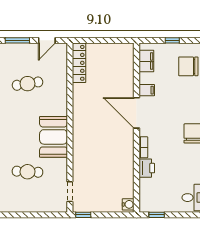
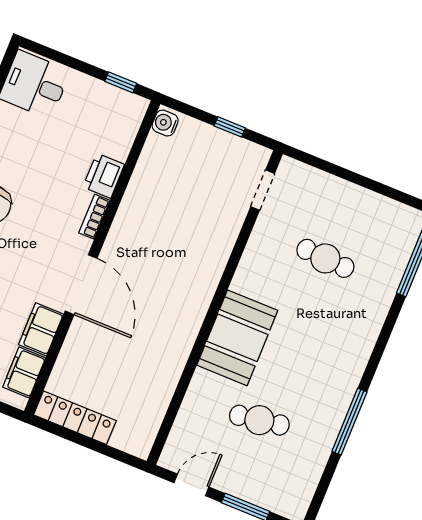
locker: (79, 63) -> (75, 418), moved, turned 90
filing cabinet: (147, 90) -> (41, 329), width x2.00
booth: (53, 137) -> (237, 338), moved
window: (83, 215) -> (230, 127), moved

